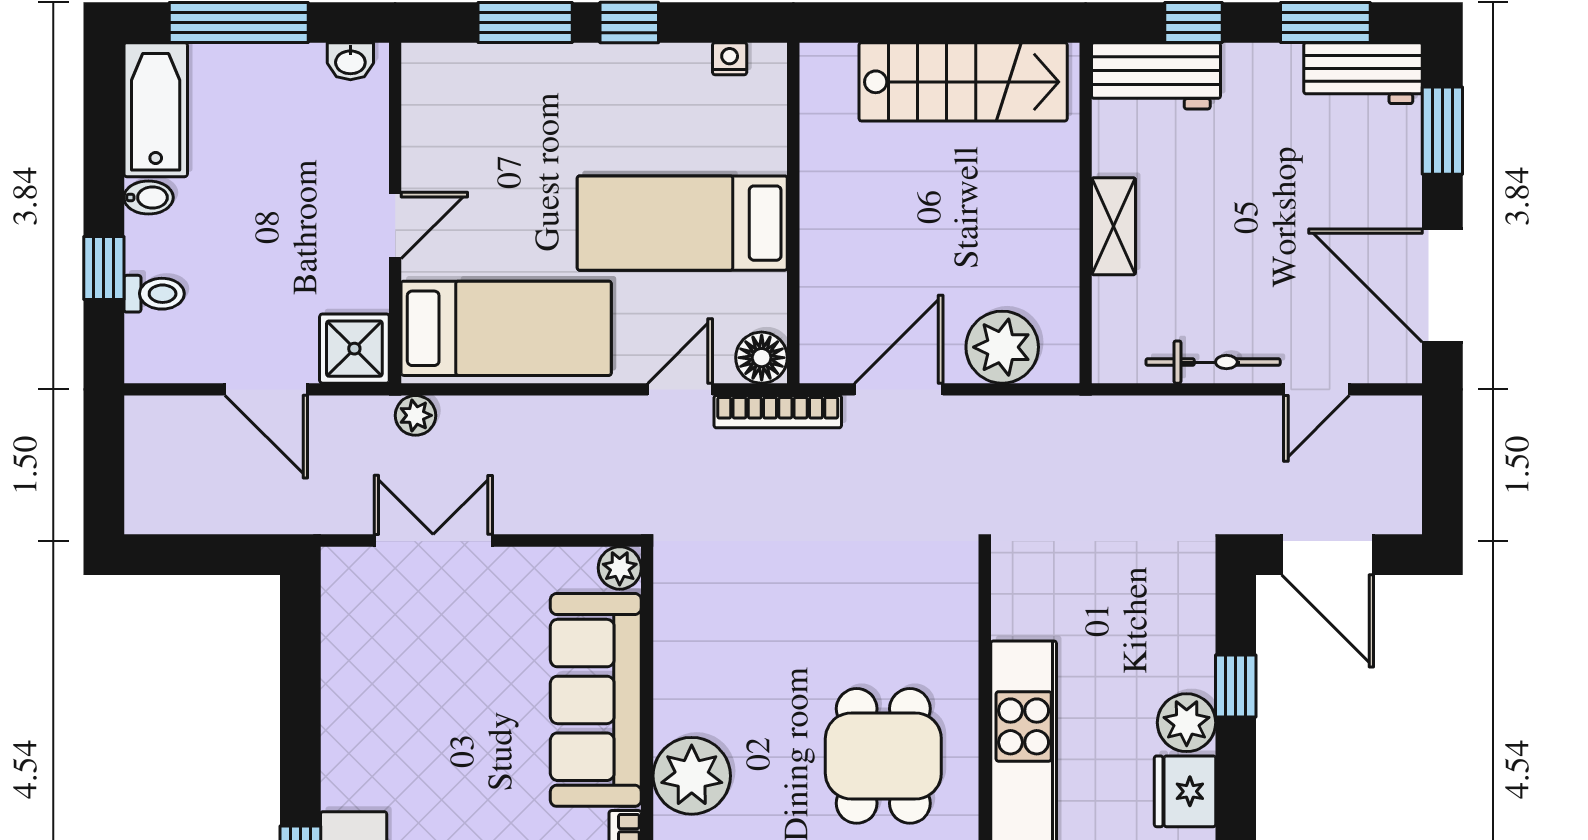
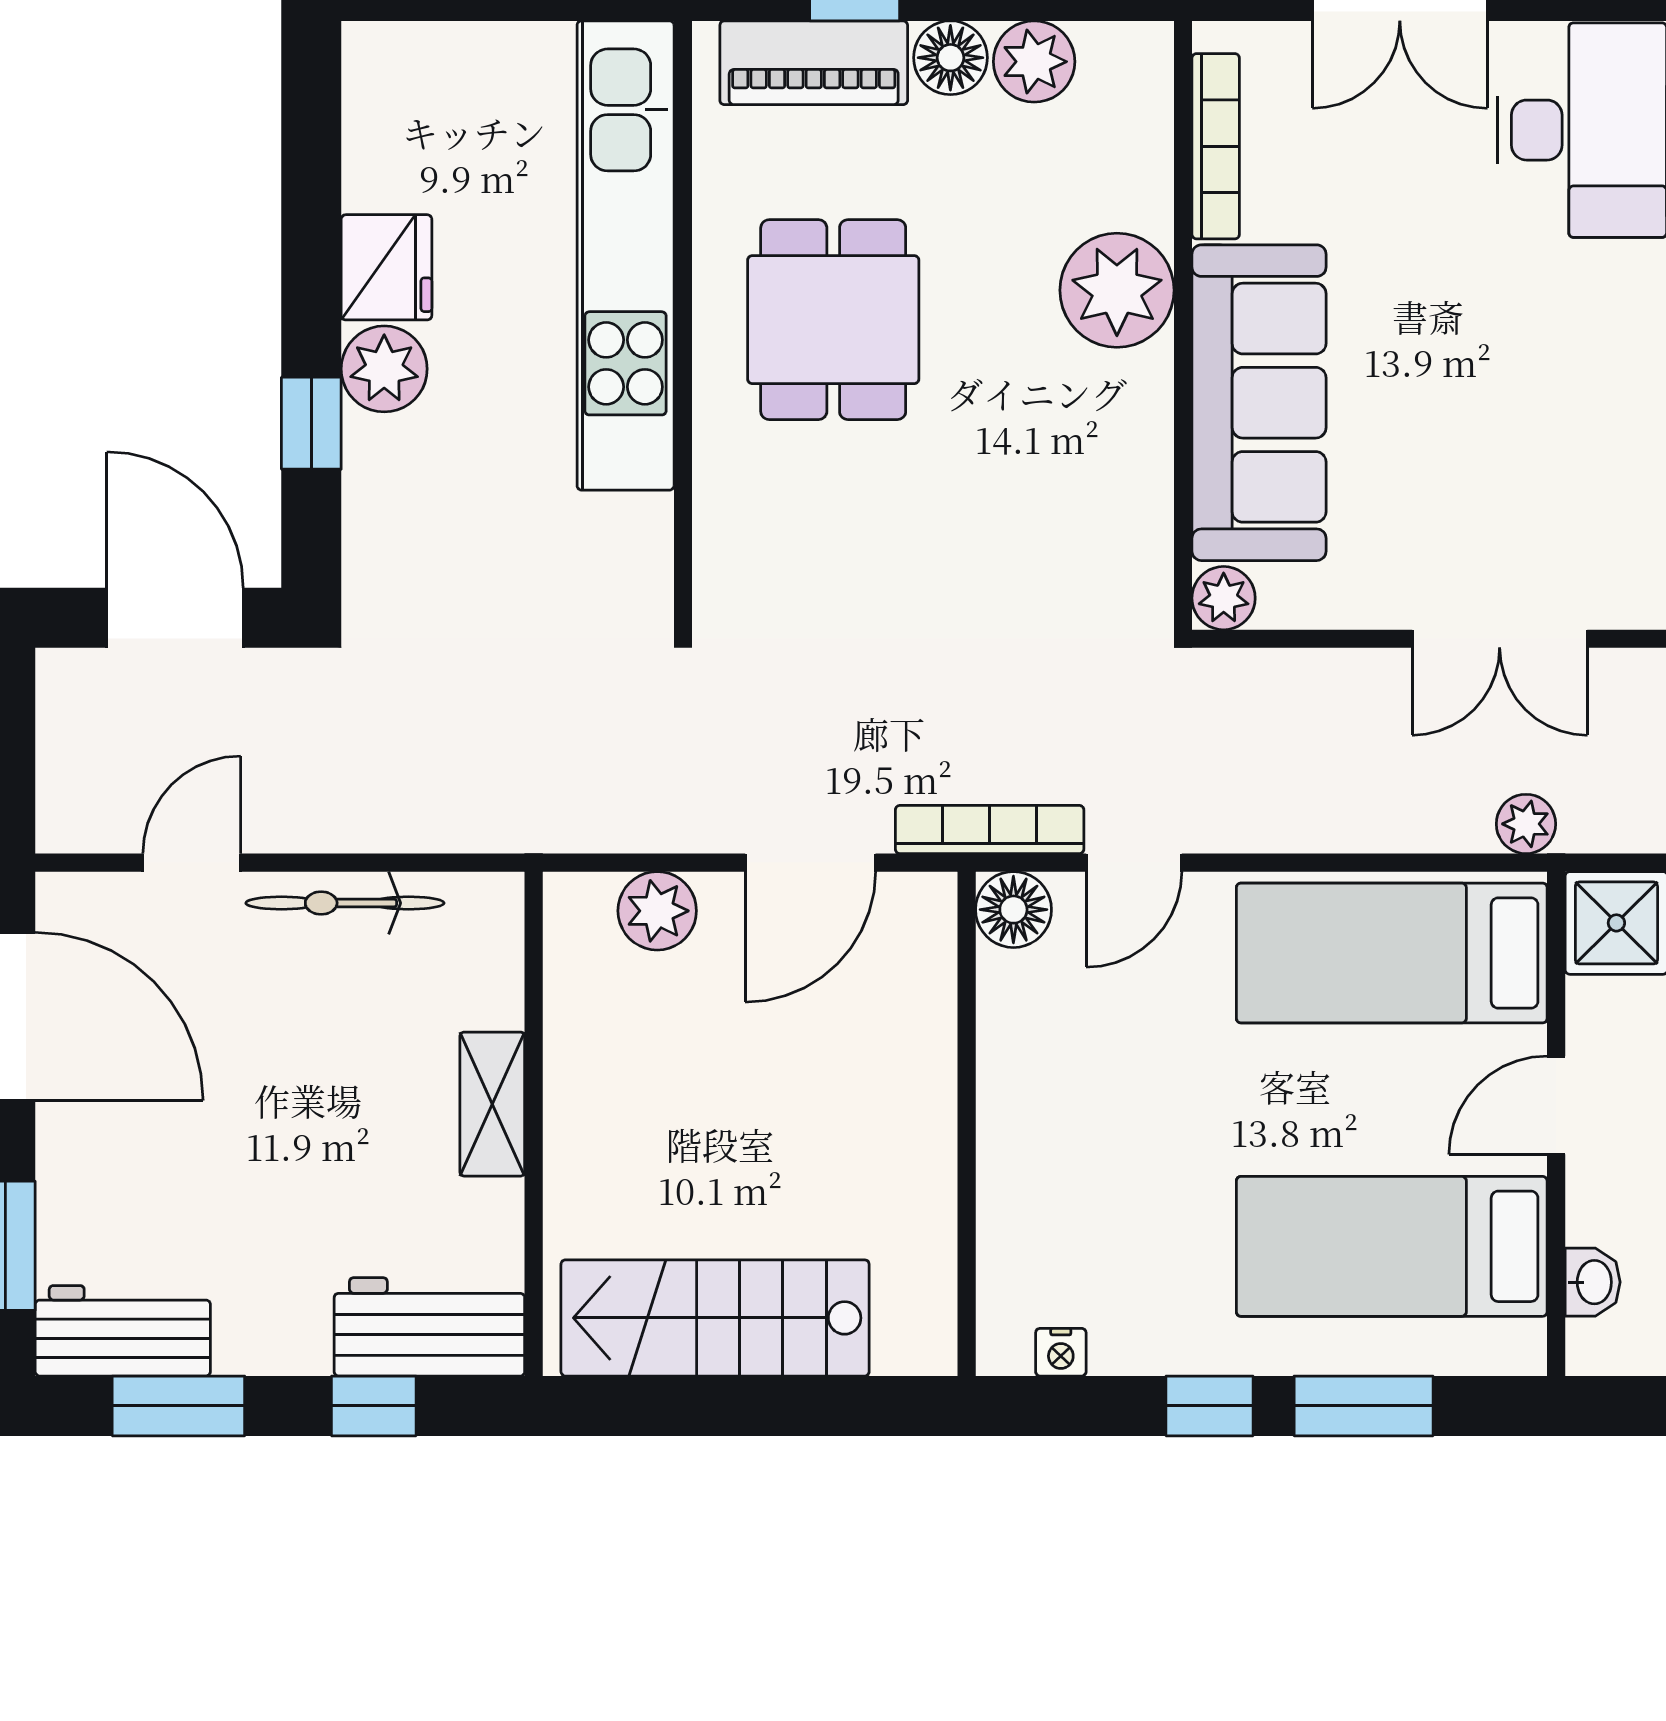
washbasin: (350, 61) -> (1593, 1282), moved, turned 90
bed: (682, 223) -> (1392, 1246), moved, turned 180
plant: (1002, 347) -> (657, 911), width x0.73, depth x0.73

